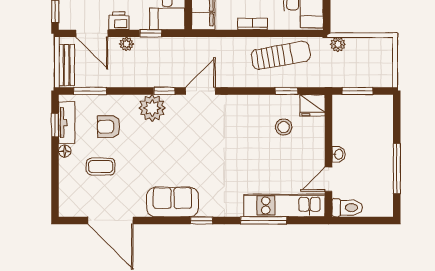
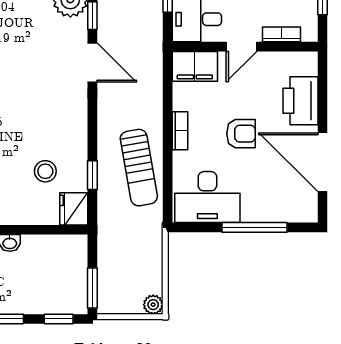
plant: (338, 44) -> (153, 305), moved
window: (358, 91) -> (92, 288), moved
window: (397, 117) -> (59, 319), added

